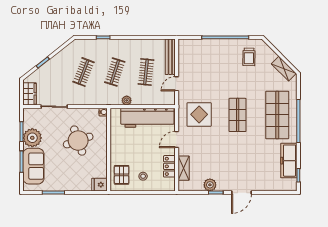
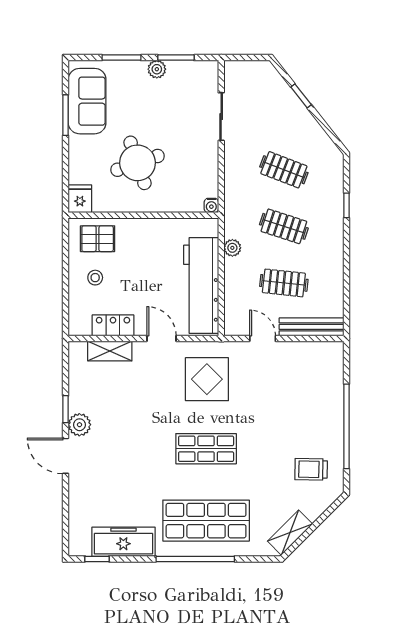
wardrobe: (30, 94) -> (244, 72), removed
plant: (32, 138) -> (157, 69), width x0.53, depth x0.53
round table: (78, 141) -> (138, 163), moved
sofa: (33, 166) -> (87, 101), moved, turned -90
plant: (210, 185) -> (79, 425), moved

